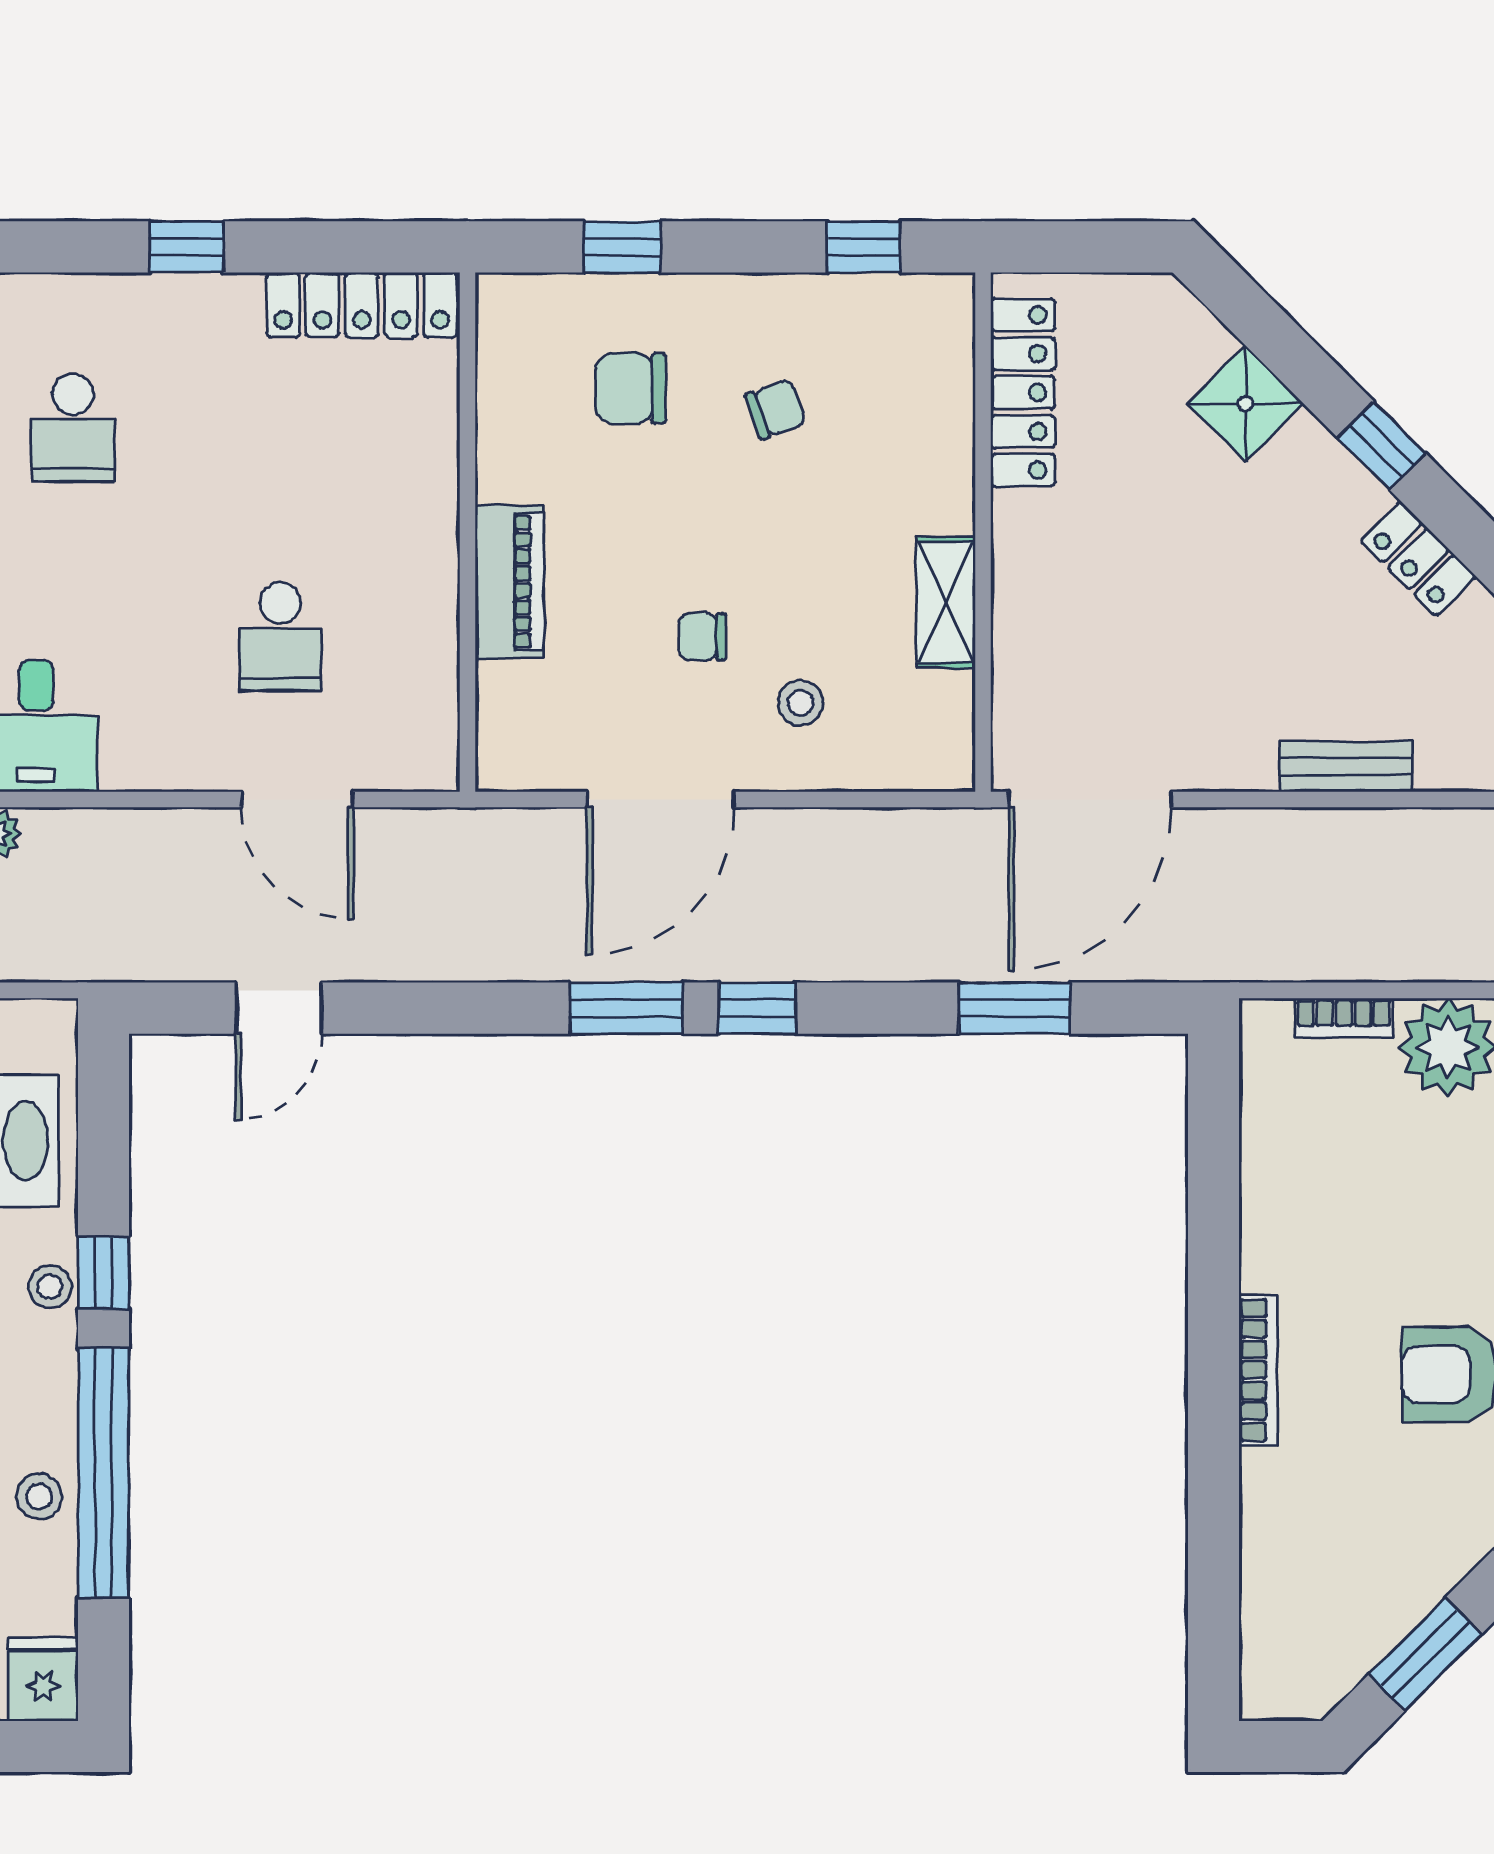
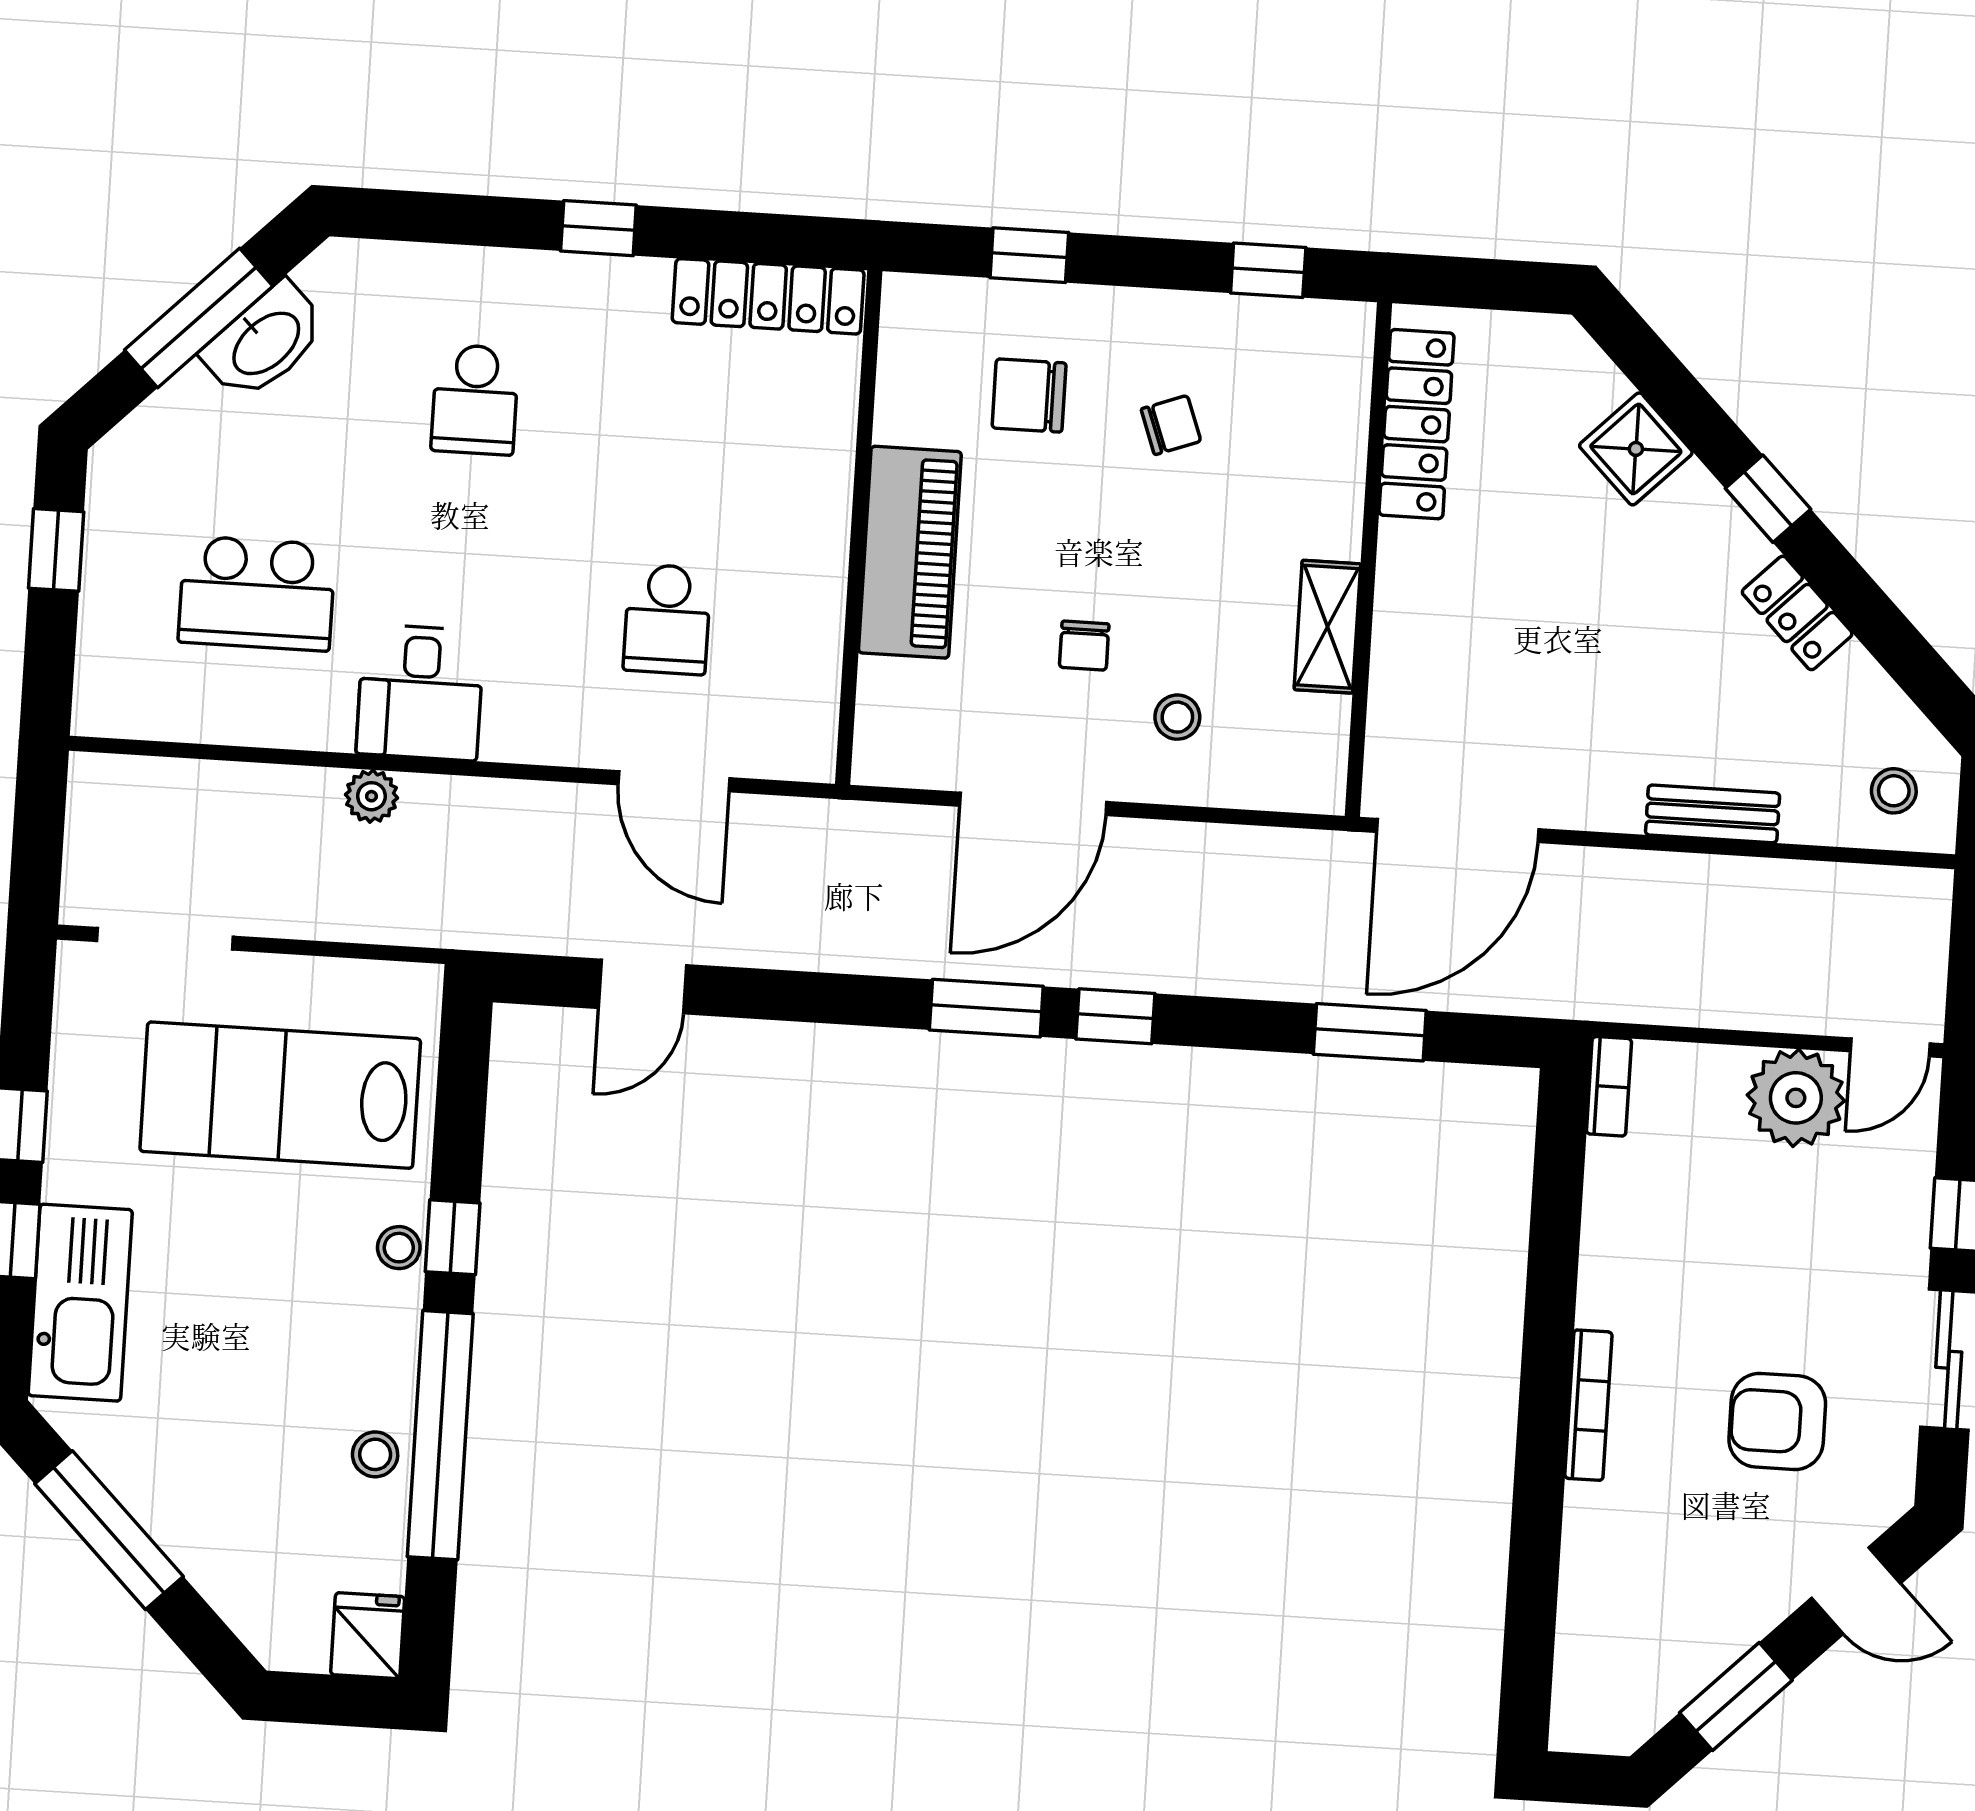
piano: (509, 582) -> (910, 552), width x1.37, depth x1.33
chair: (702, 637) -> (1084, 646), turned -90
bookcase: (1344, 1018) -> (1609, 1086), moved, turned -90

